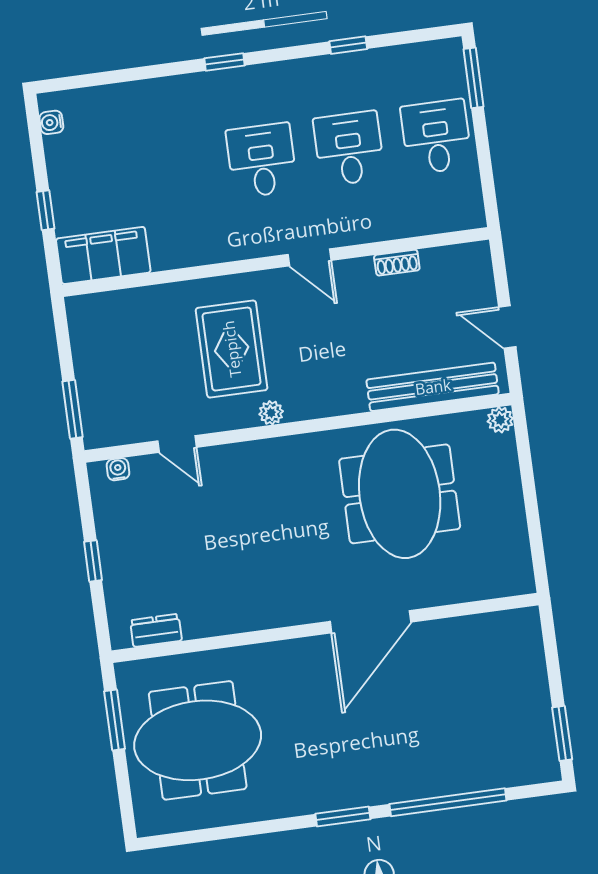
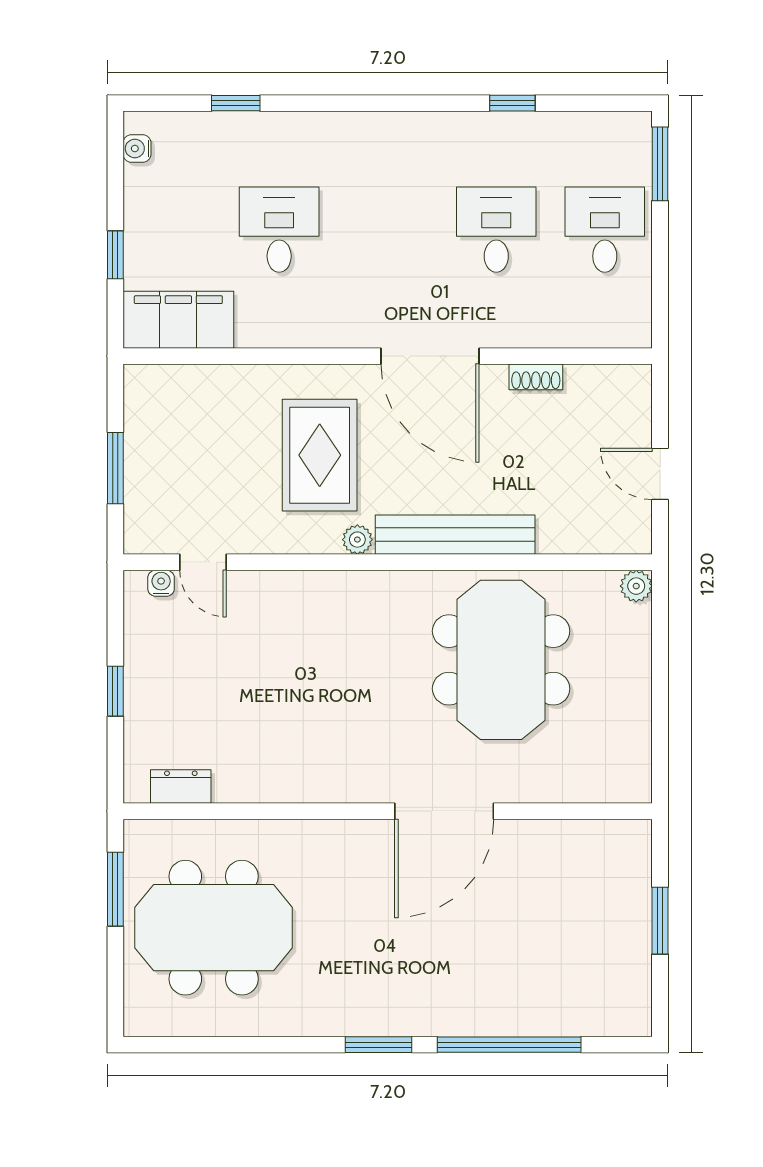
window: (225, 62) -> (236, 103), moved
desk: (262, 160) -> (279, 230), moved
door: (310, 257) -> (430, 356), width x1.88
bench: (433, 387) -> (455, 535), moved
window: (72, 409) -> (115, 468), moved
door: (177, 444) -> (203, 562), moved
window: (562, 733) -> (660, 921), moved

